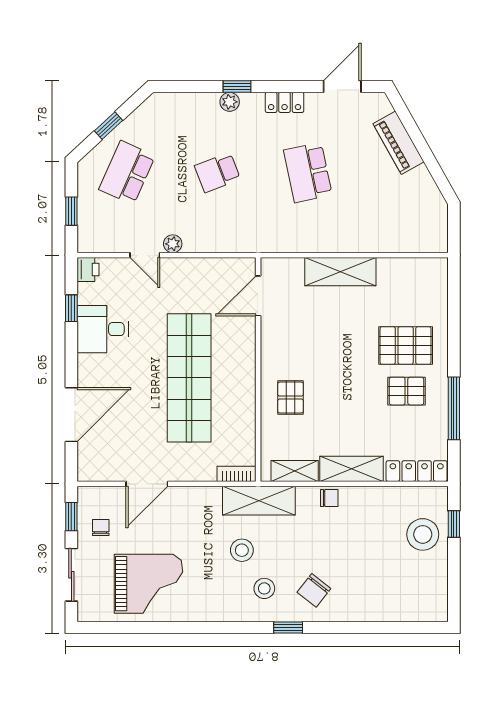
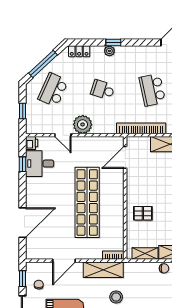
locker: (285, 102) -> (79, 51), moved
window: (109, 126) -> (43, 64), width x2.17
school desk: (217, 173) -> (103, 90), turned 39
bookcase: (288, 243) -> (141, 128), added
plant: (173, 244) -> (83, 124), width x1.87, depth x1.87
desk: (103, 329) -> (40, 164), moved
pallet: (291, 398) -> (143, 213), turned 90
shelving: (259, 501) -> (103, 270), moved

